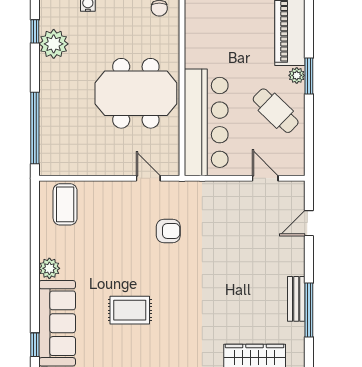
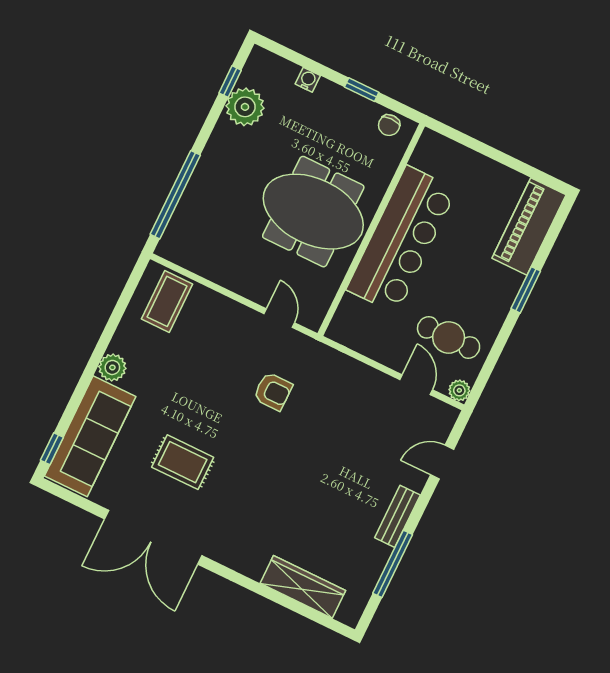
plant: (297, 75) -> (459, 390), moved
cafe table: (276, 111) -> (449, 337), moved, turned -44
bar counter: (206, 122) -> (401, 240), moved
bench: (296, 299) -> (397, 516), moved

